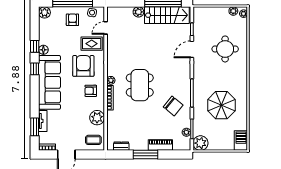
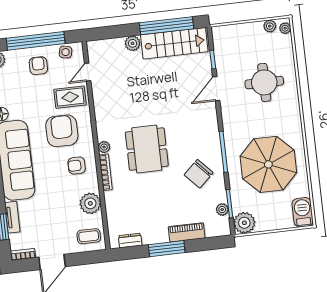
parasol: (221, 105) -> (268, 164), width x1.36, depth x1.36
chair: (173, 106) -> (199, 174), turned 98

